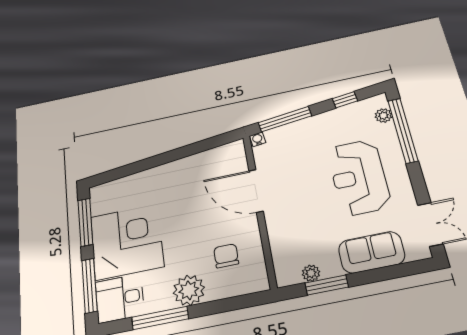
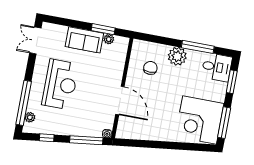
corner desk: (127, 242) -> (200, 120), moved
sofa: (372, 252) -> (84, 40), moved
chair: (226, 256) -> (150, 68), turned 180
window: (90, 285) -> (232, 82), width x0.69

